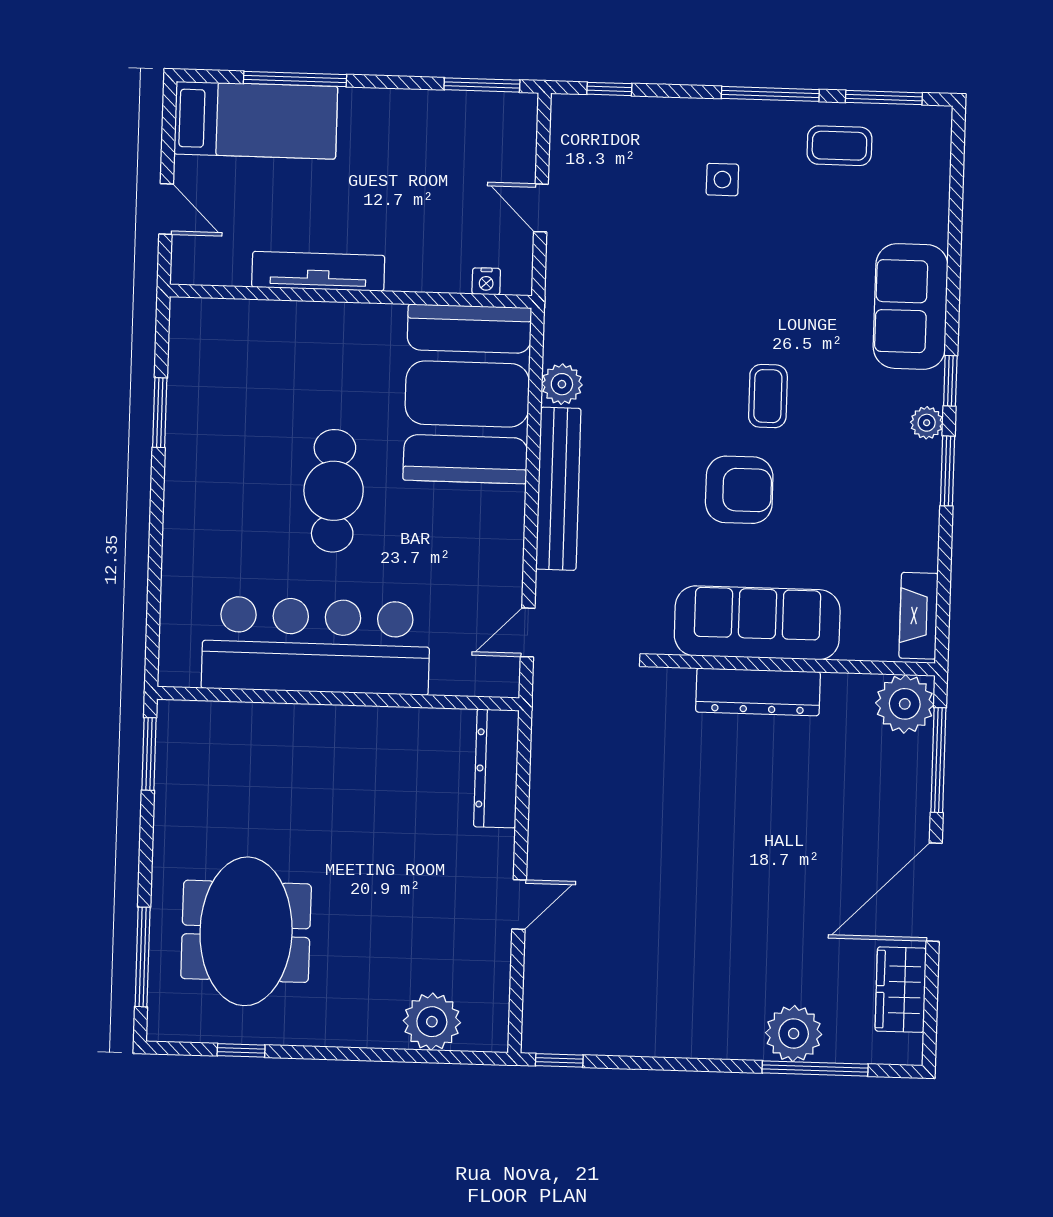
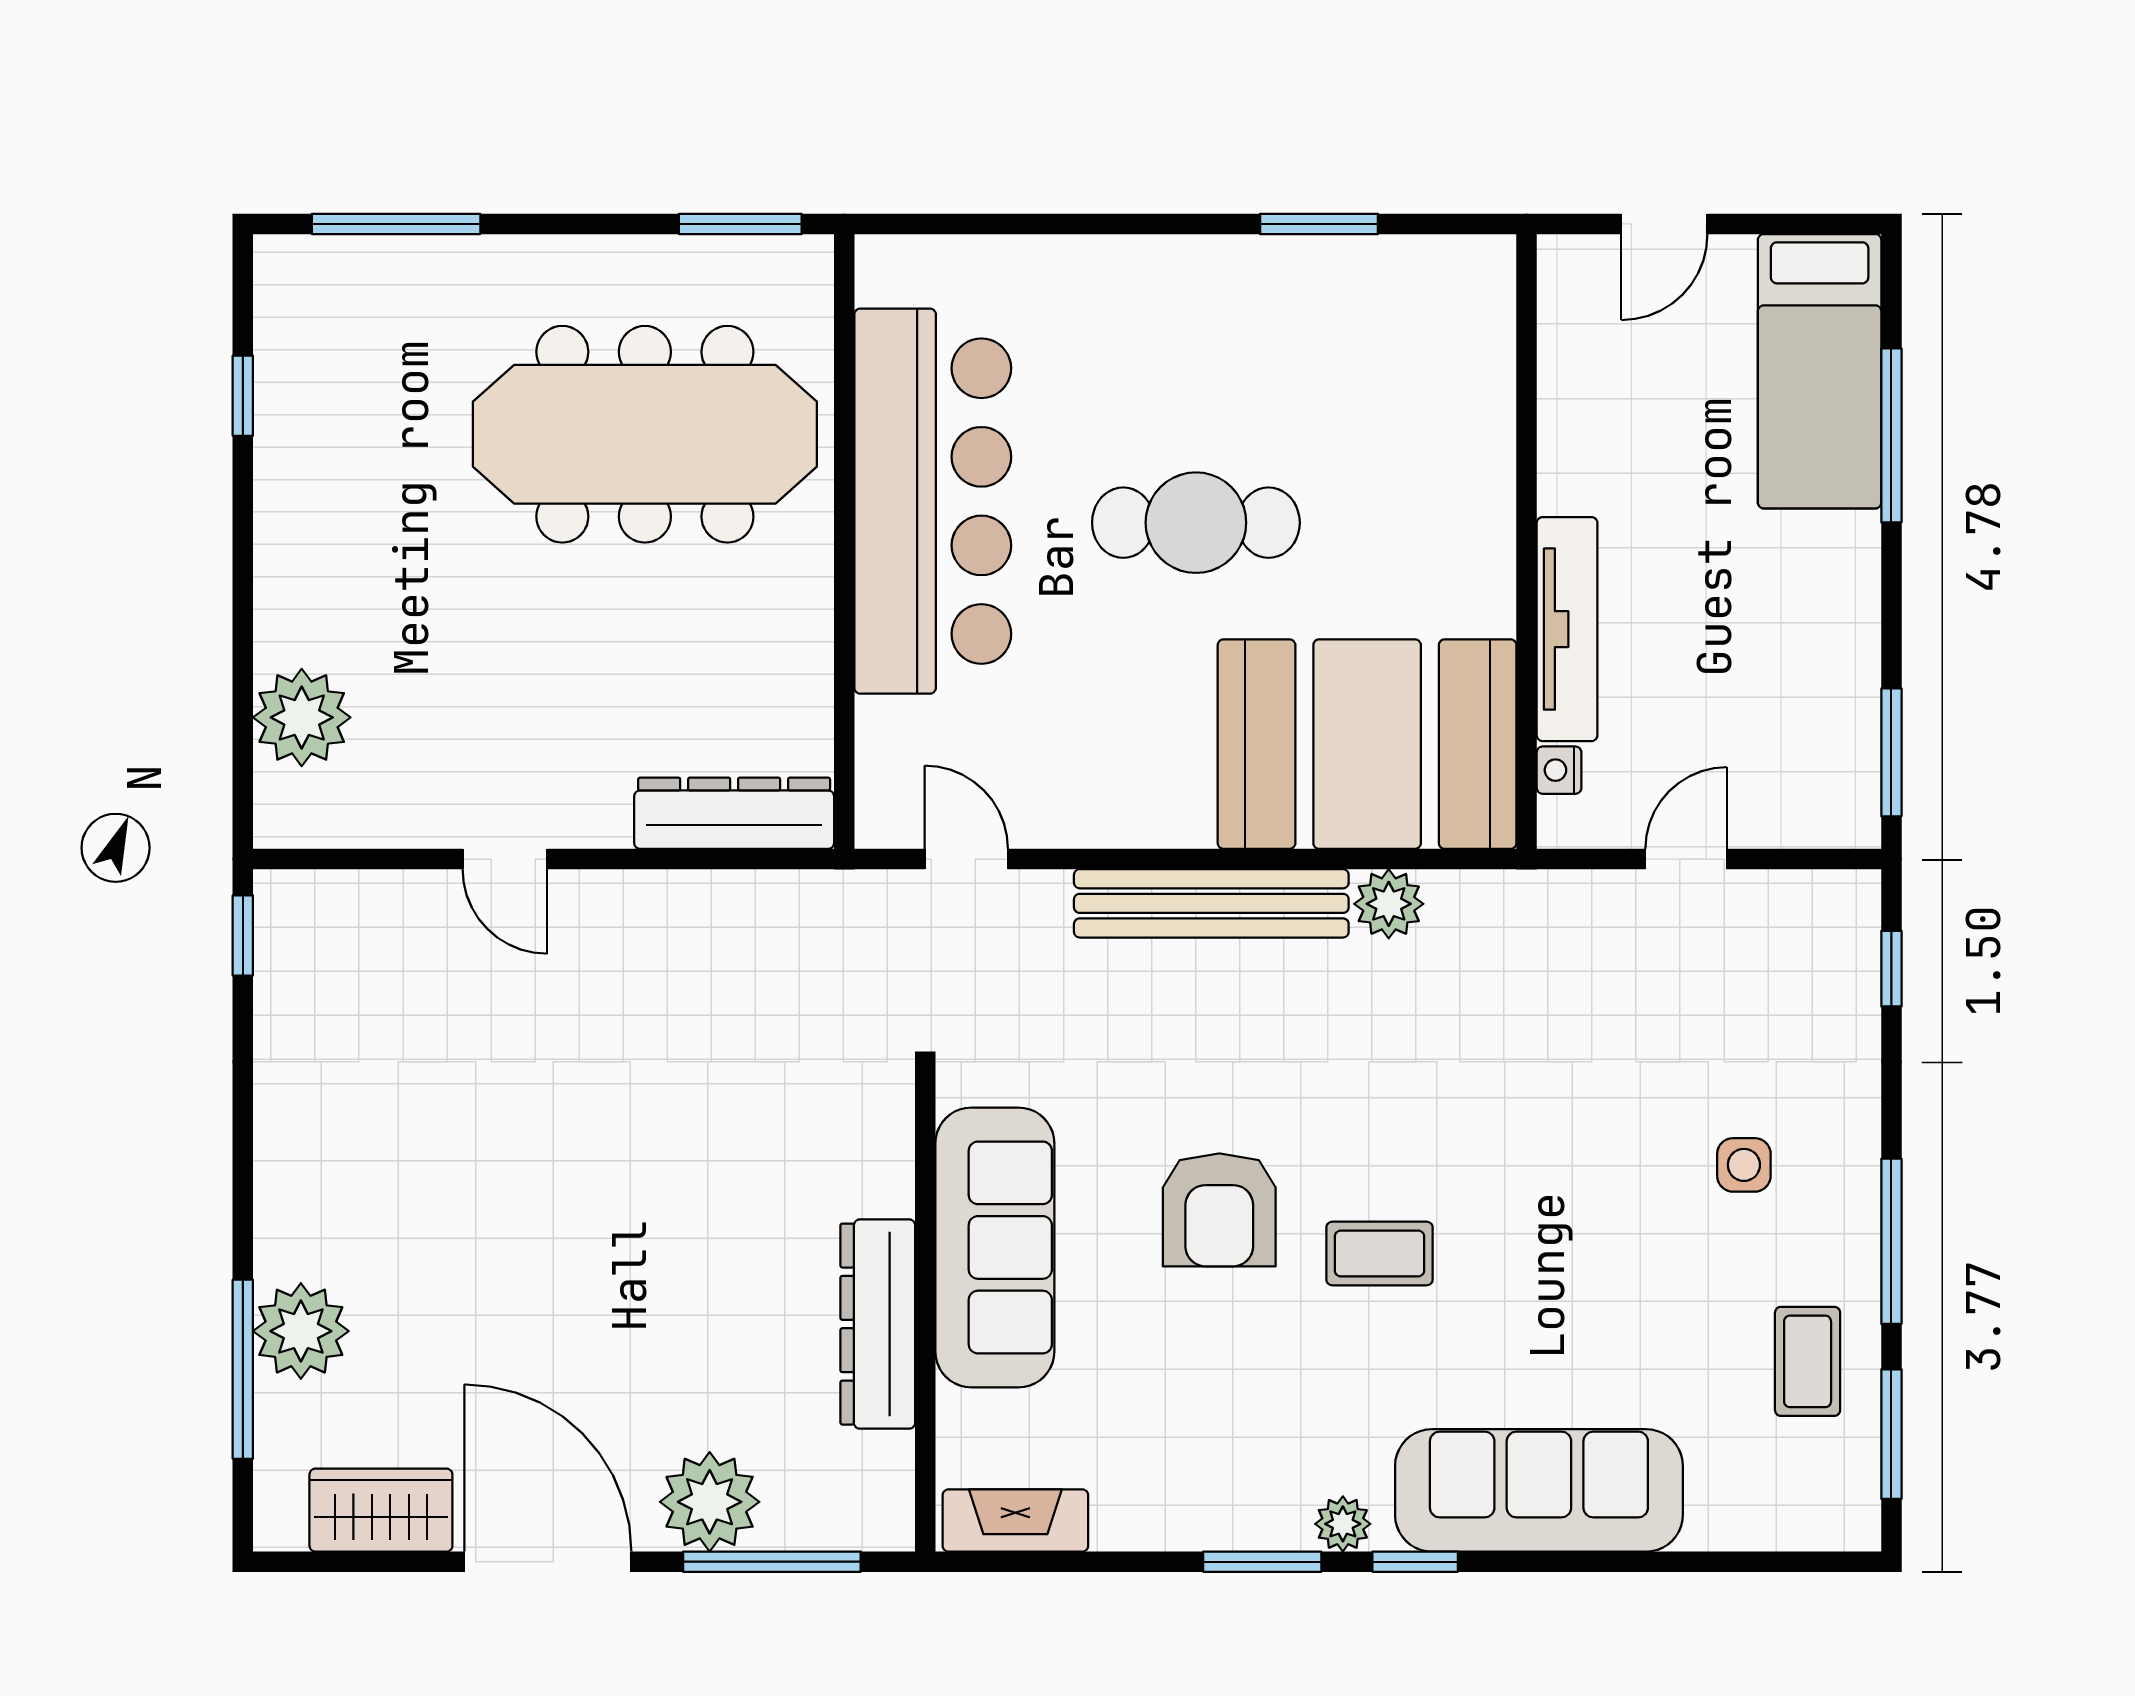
tv unit: (318, 271) -> (1567, 629), moved
sofa: (911, 306) -> (1539, 1490), width x1.36
dresser: (758, 692) -> (878, 1324), moved
plant: (905, 704) -> (710, 1502), moved
meeting table: (246, 931) -> (645, 434), moved, width x1.36

